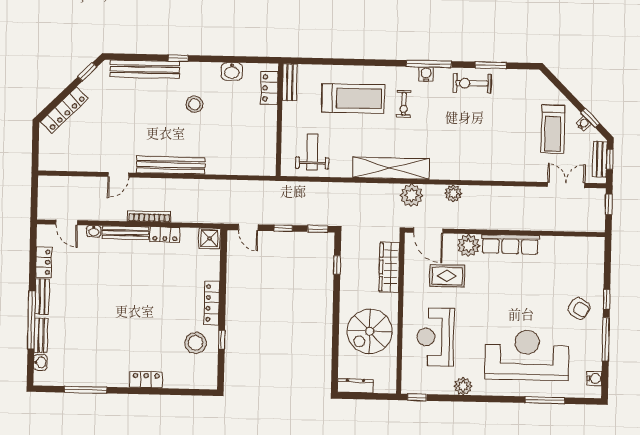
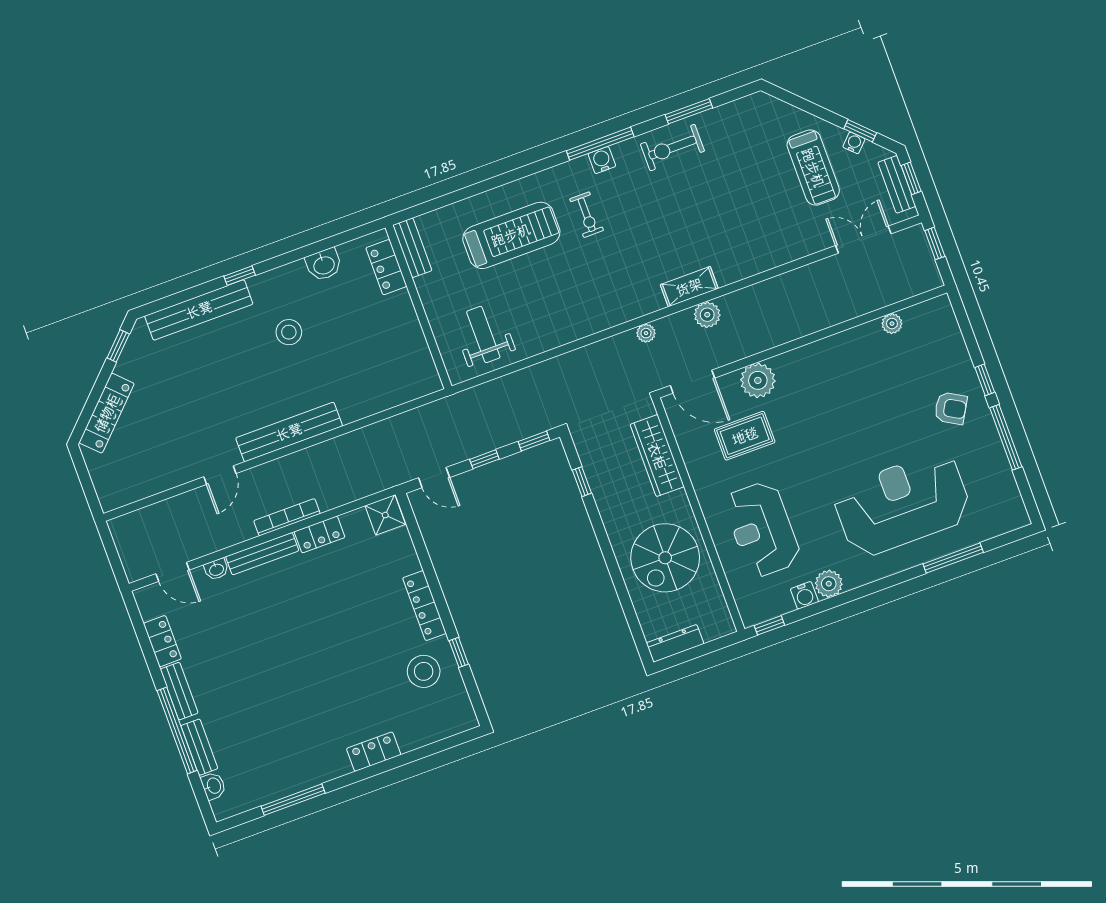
shelving: (391, 168) -> (689, 287), moved, width x0.45, depth x0.75
plant: (412, 195) -> (646, 333), width x0.53, depth x0.53
plant: (564, 243) -> (892, 324), added
row of seats: (510, 244) -> (817, 355), removed
water cooler: (594, 378) -> (804, 595), moved, turned 90

